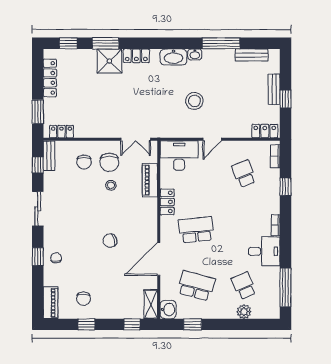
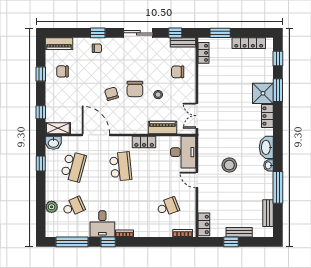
chair: (109, 162) -> (135, 89), moved, turned -90
window: (285, 187) -> (108, 242), moved

